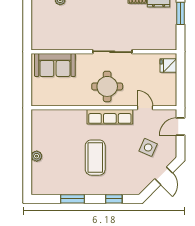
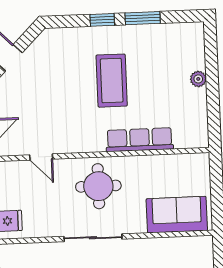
row of seats: (110, 117) -> (140, 140), moved
side table: (148, 147) -> (34, 99), removed
window: (114, 199) -> (102, 20), moved

